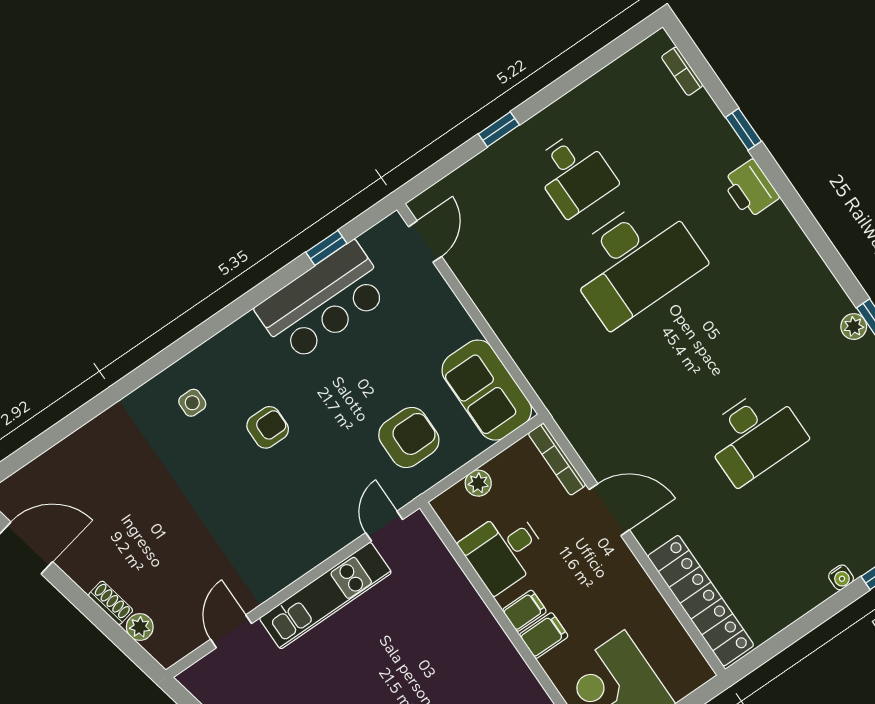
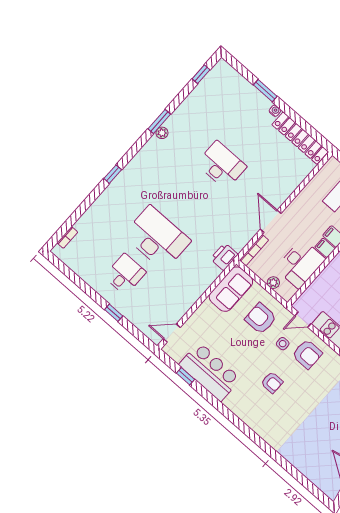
window: (743, 129) -> (113, 174), moved
printer: (750, 189) -> (224, 257), moved, turned 180
side table: (192, 403) -> (283, 344), moved
armchair: (268, 427) -> (272, 382), turned 180
armchair: (309, 517) -> (307, 354), added
desk: (504, 551) -> (300, 264), width x1.37
locker: (701, 601) -> (300, 138), moved, turned -90

